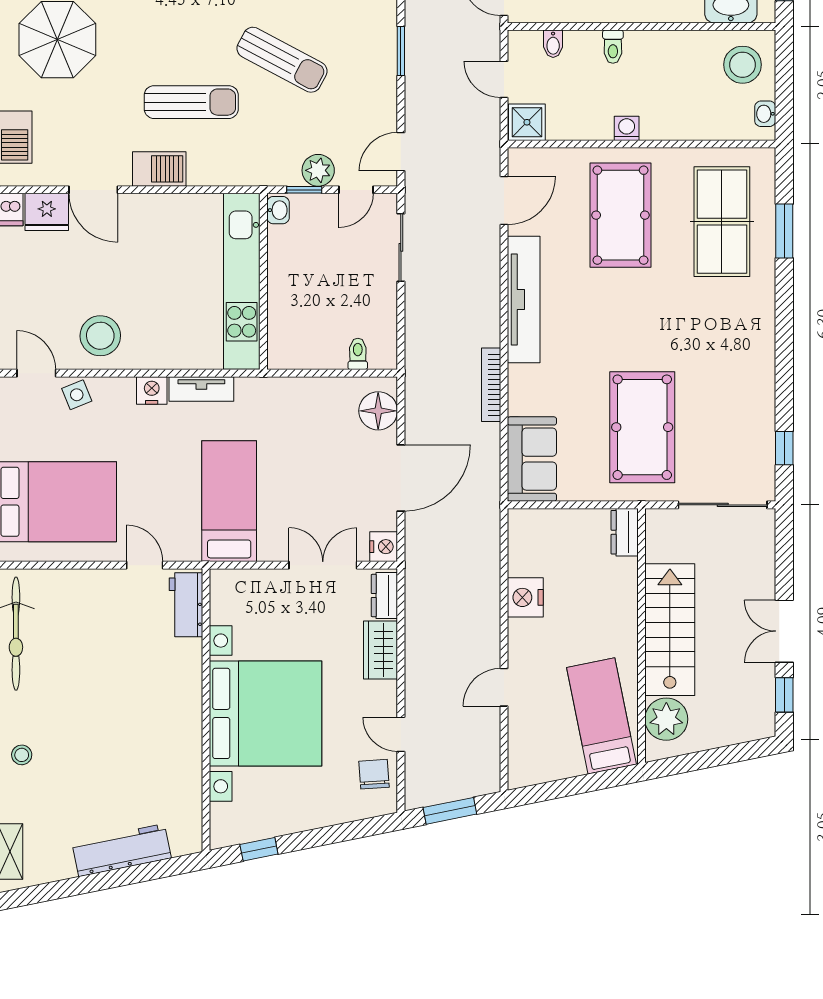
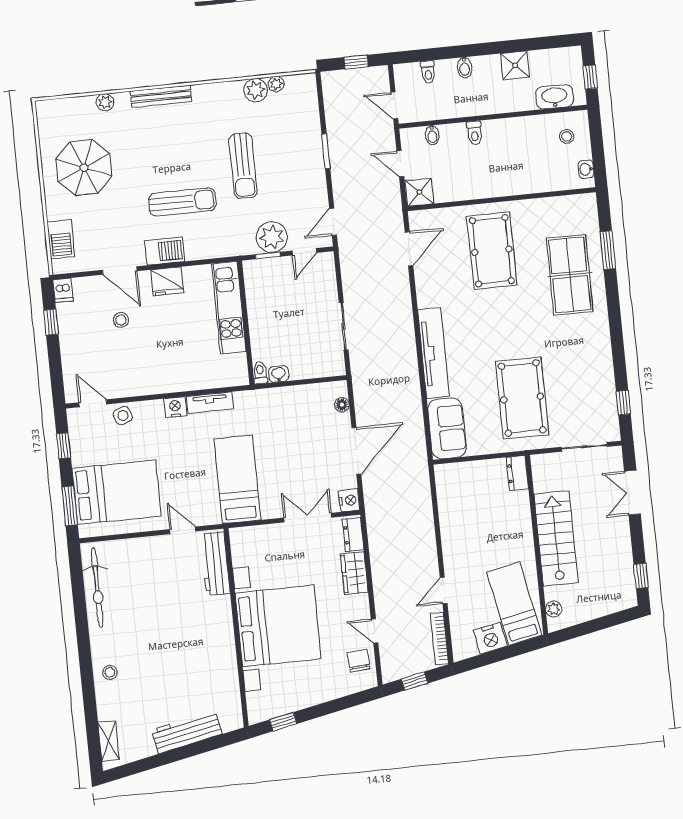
sun lounger: (282, 60) -> (243, 166), turned 62
stool: (742, 65) -> (567, 136), width x0.53, depth x0.53
washing machine: (627, 128) -> (490, 189), removed
plant: (318, 170) -> (272, 237), width x1.36, depth x1.36
washbasin: (278, 210) -> (279, 374), moved, turned -90
fridge: (47, 212) -> (167, 281), moved
table tennis table: (722, 222) -> (570, 275), moved
sliding door: (401, 247) -> (344, 326), moved
kitchen unit: (242, 281) -> (229, 308), width x0.73
tv unit: (524, 299) -> (433, 353), moved
stool: (100, 336) -> (121, 320), moved, width x0.53, depth x0.53
toilet: (358, 354) -> (260, 373), moved
bookcase: (491, 385) -> (439, 639), moved
floor lamp: (378, 411) -> (342, 405), width x0.53, depth x0.53
sliding door: (723, 505) -> (584, 447), width x0.73
nightstand: (525, 597) -> (490, 638), moved, turned -101
workbench: (186, 605) -> (215, 564), width x1.37
double door: (784, 631) -> (632, 493), moved
plant: (666, 719) -> (554, 609), width x0.53, depth x0.53
window: (450, 811) -> (414, 681), width x0.67

